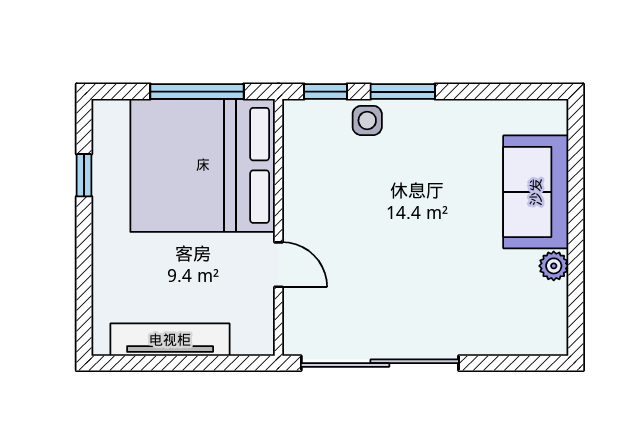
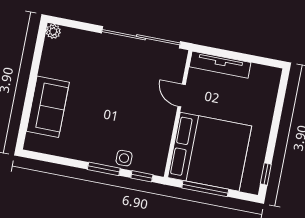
window: (84, 175) -> (266, 174), moved
plant: (554, 266) -> (53, 31), moved
tv unit: (170, 340) -> (220, 65), moved

